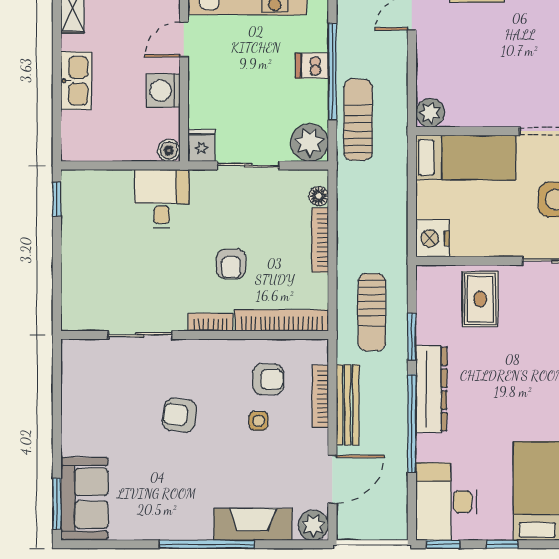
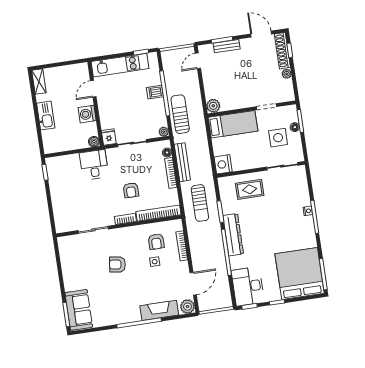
plant: (309, 143) -> (164, 132), width x0.53, depth x0.53
rug: (480, 299) -> (250, 189), turned 90
armchair: (268, 379) -> (156, 242), turned 90
bench: (348, 405) -> (182, 162), moved

